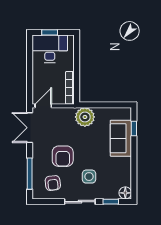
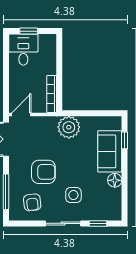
desk: (50, 49) -> (23, 50), width x0.73
armchair: (63, 156) -> (43, 172), turned -90
floor lamp: (125, 193) -> (115, 180), moved

